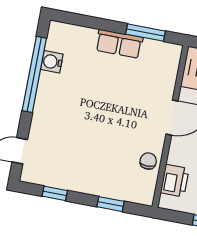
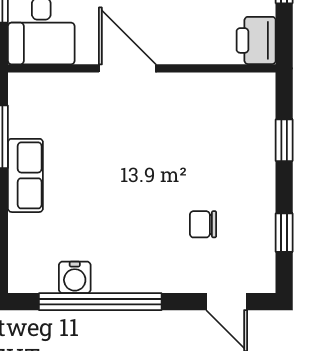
chair: (148, 161) -> (203, 224), moved
printer: (175, 181) -> (256, 40), moved, turned -90

